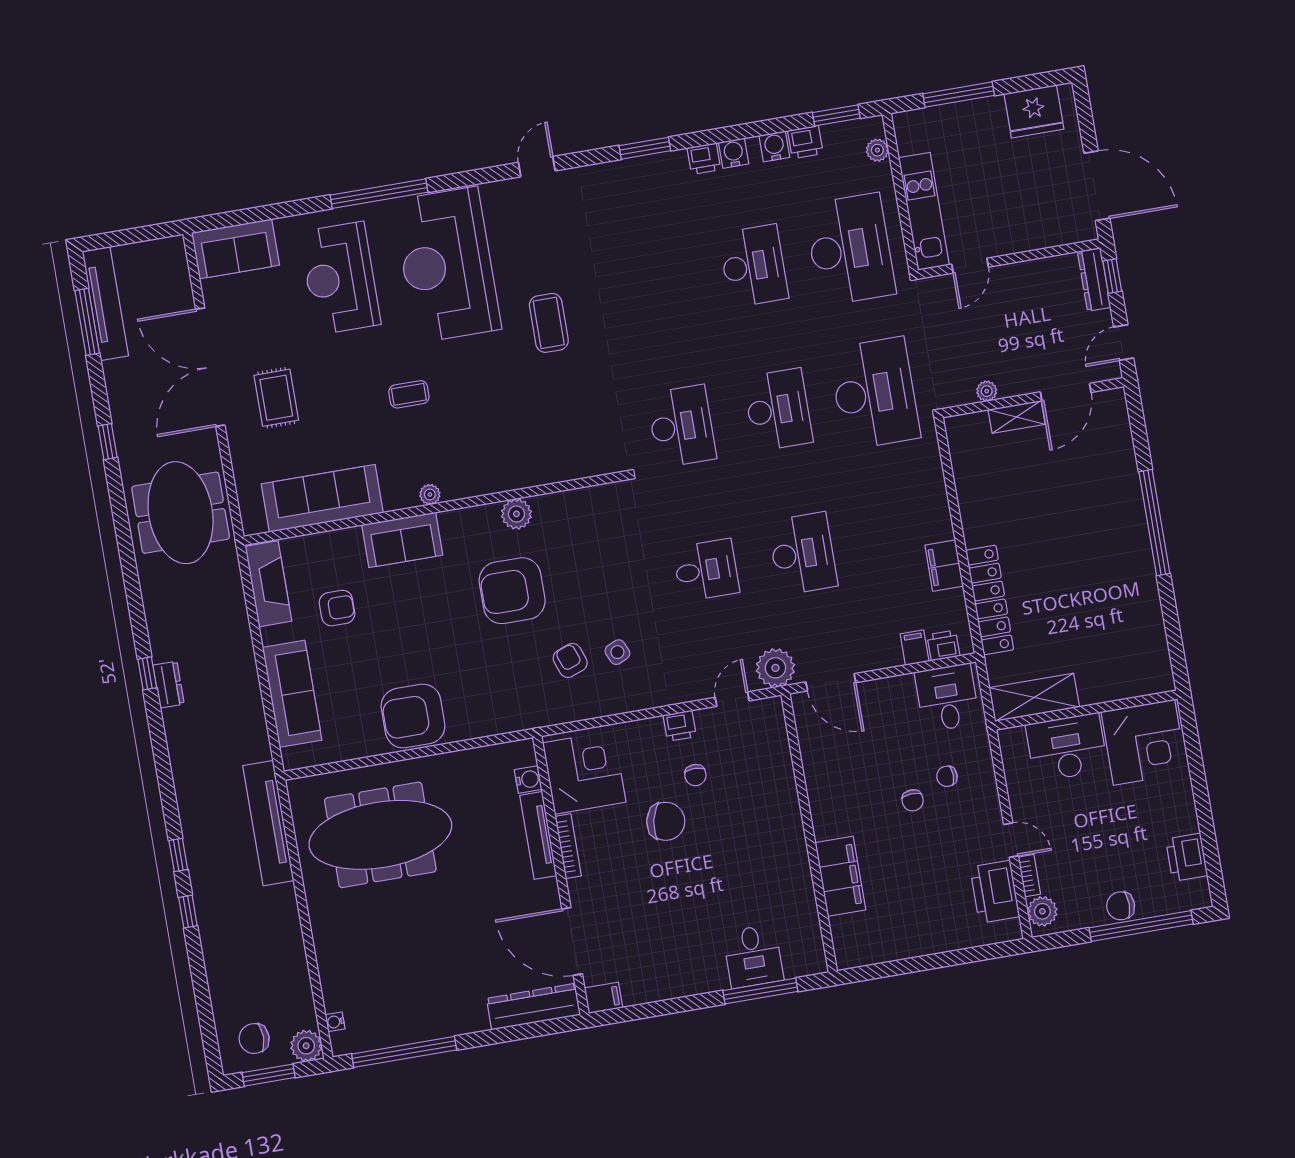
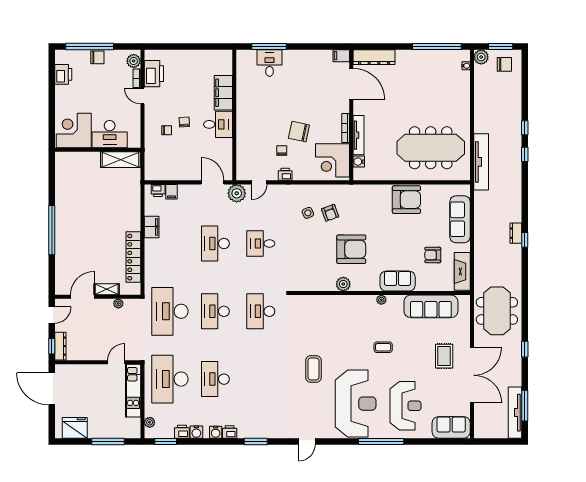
locker: (990, 600) -> (133, 257), moved
desk: (947, 698) -> (218, 124), moved, turned -90

